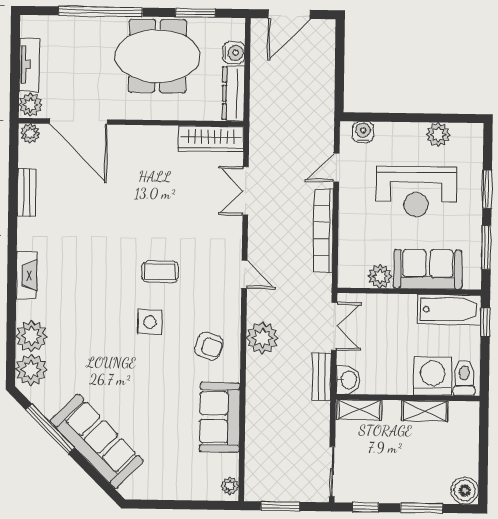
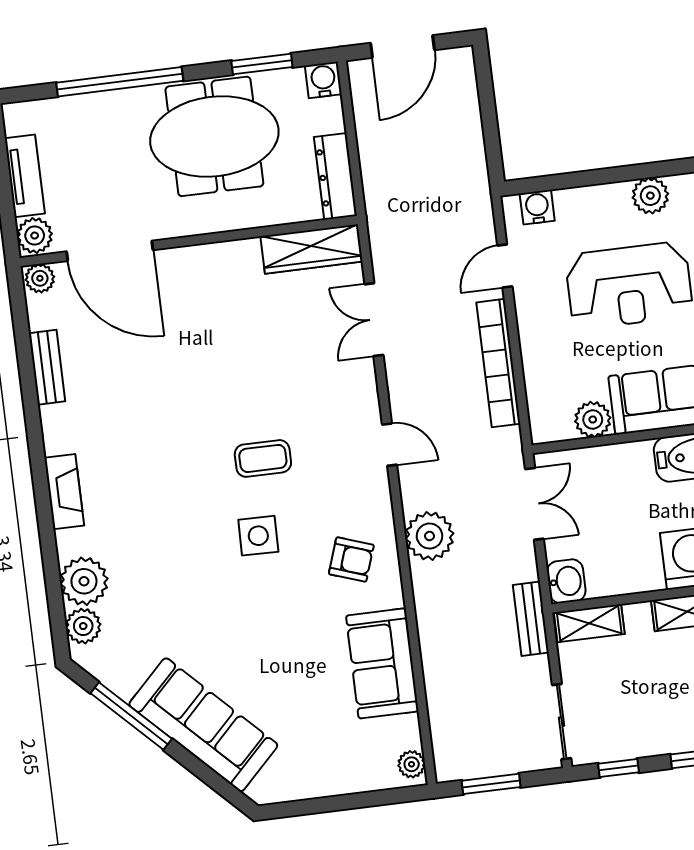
water cooler: (234, 53) -> (323, 80), moved, turned -90
plant: (31, 370) -> (83, 626), width x0.73, depth x0.73
bench: (322, 377) -> (531, 619), moved

